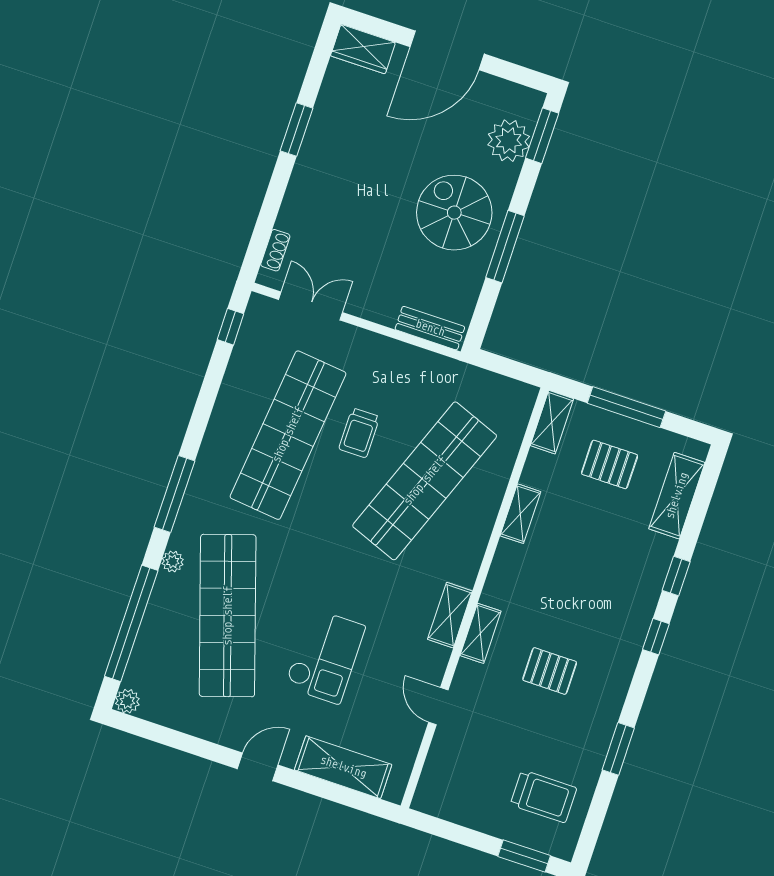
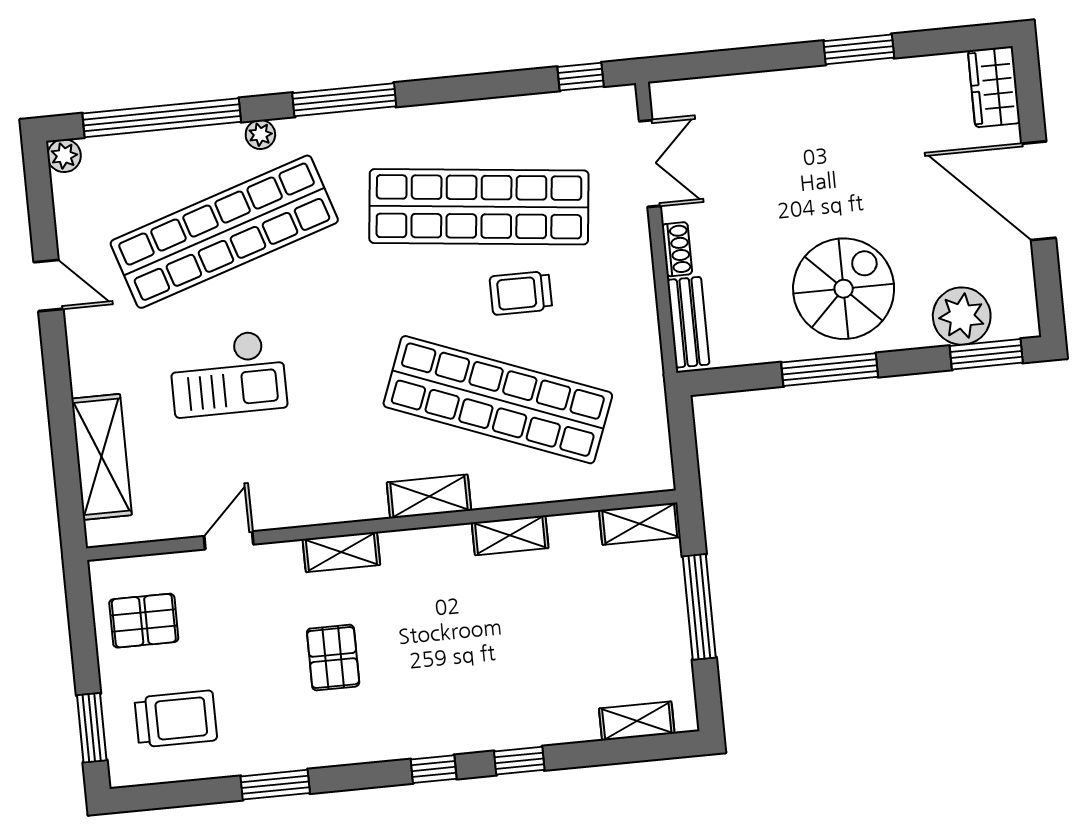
shoe rack: (275, 250) -> (677, 249), moved, turned -90
pallet: (610, 464) -> (144, 621), moved, turned 90
shelving: (677, 496) -> (637, 721), width x0.67, depth x0.75
shelving: (450, 615) -> (429, 496), moved
door: (258, 767) -> (48, 285), moved
trolley: (544, 796) -> (176, 719), turned -90

